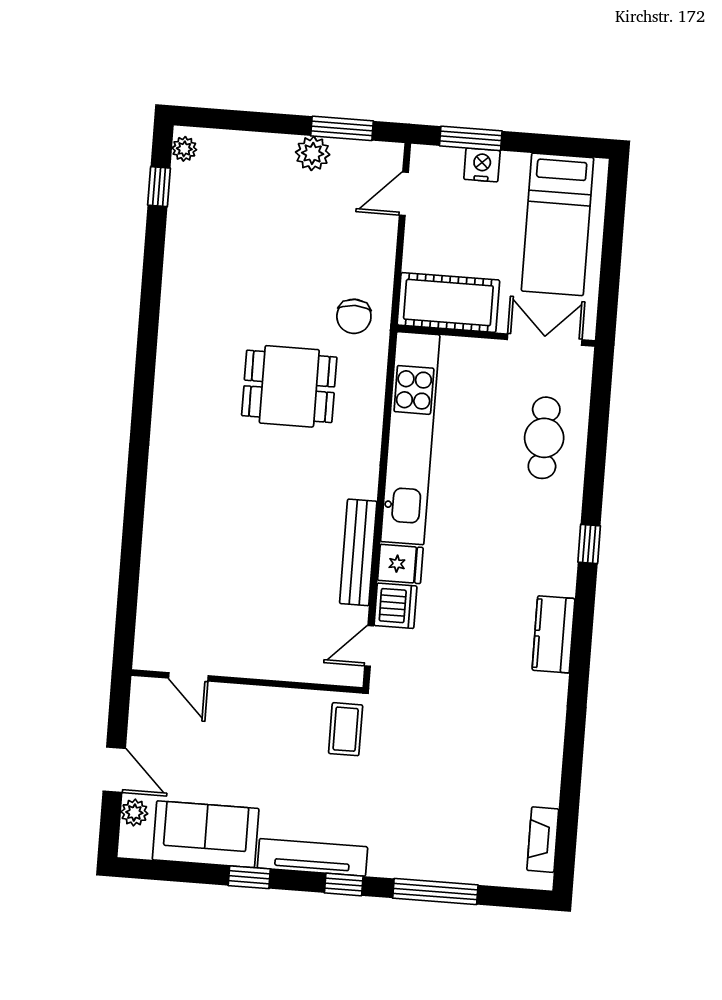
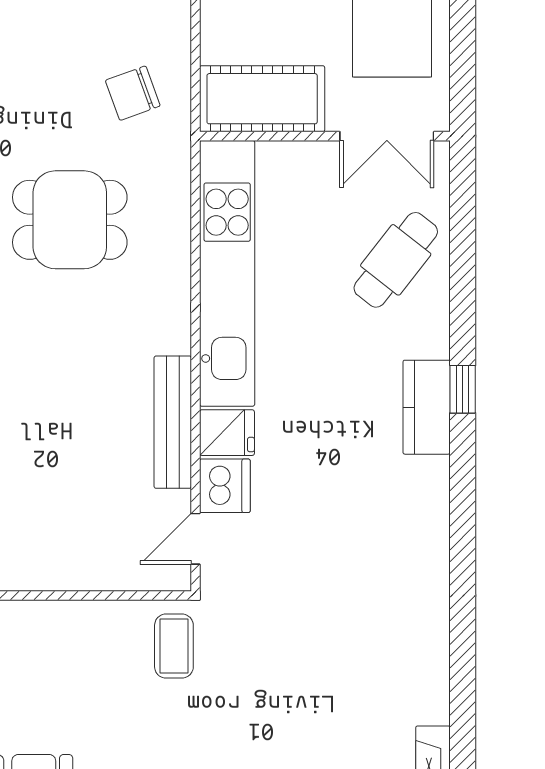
chair: (354, 316) -> (133, 93), moved, turned 70
double door: (545, 340) -> (387, 136), swing flipped
cafe table: (544, 438) -> (396, 260), turned 38
kitchen counter: (554, 634) -> (427, 407), moved

